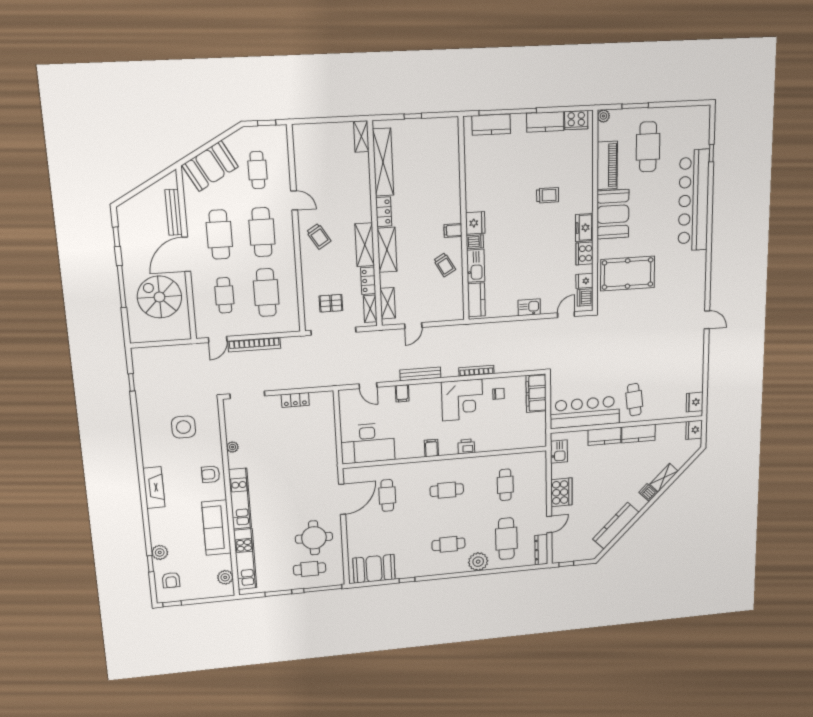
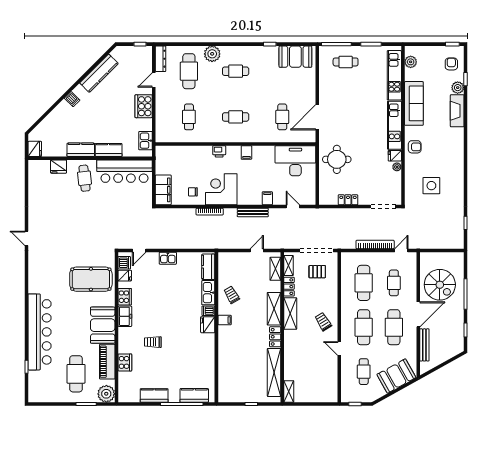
plant: (603, 116) -> (106, 394), width x1.88, depth x1.88
cooker: (576, 120) -> (125, 362), moved, turned 90
fridge: (695, 402) -> (59, 167), moved, turned 90
fridge: (237, 461) -> (395, 156), added
shelving: (664, 478) -> (59, 111), removed
fireplace: (154, 488) -> (457, 111), moved
round table: (314, 538) -> (337, 159), moved

